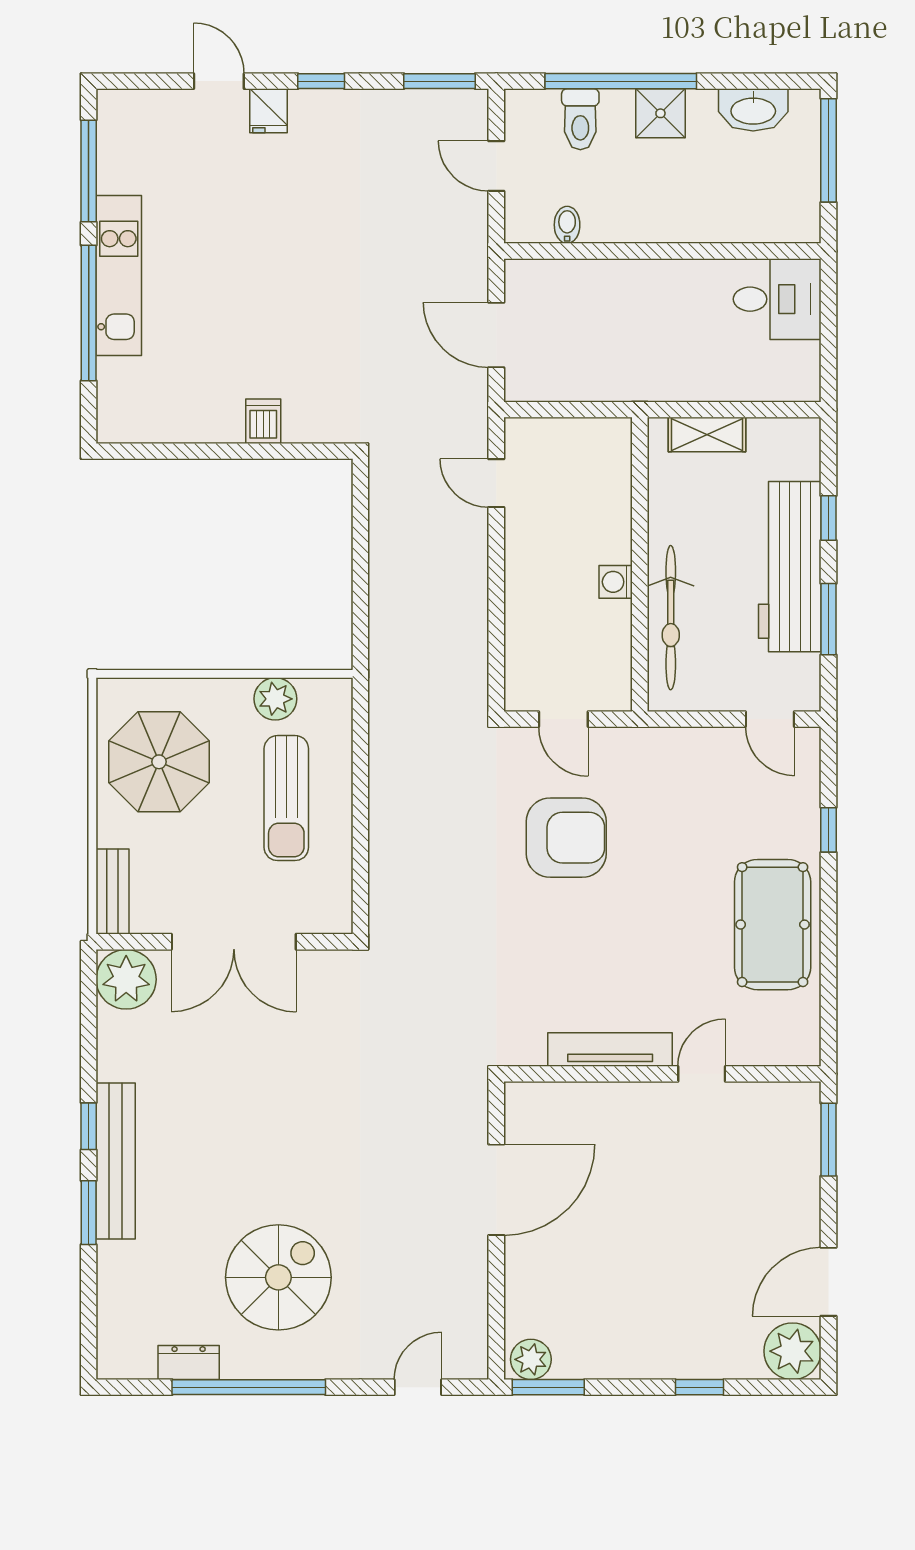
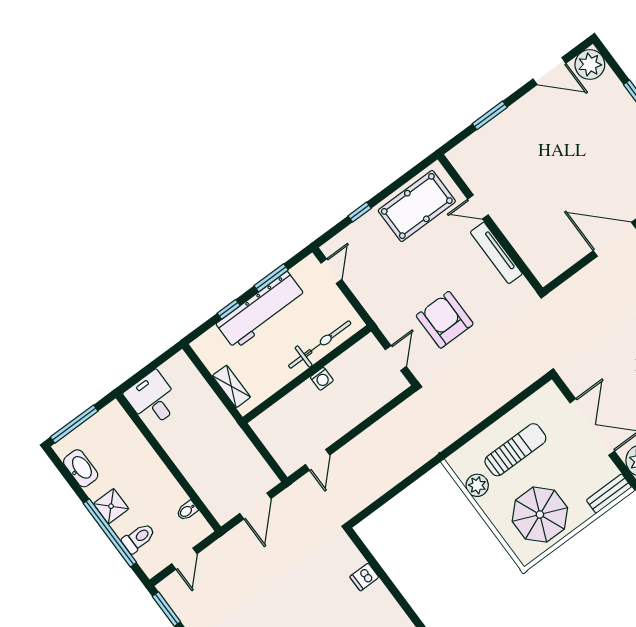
tv unit: (610, 1050) -> (496, 253), moved
wall: (662, 1074) -> (490, 223), moved
door: (702, 1074) -> (478, 207), moved

